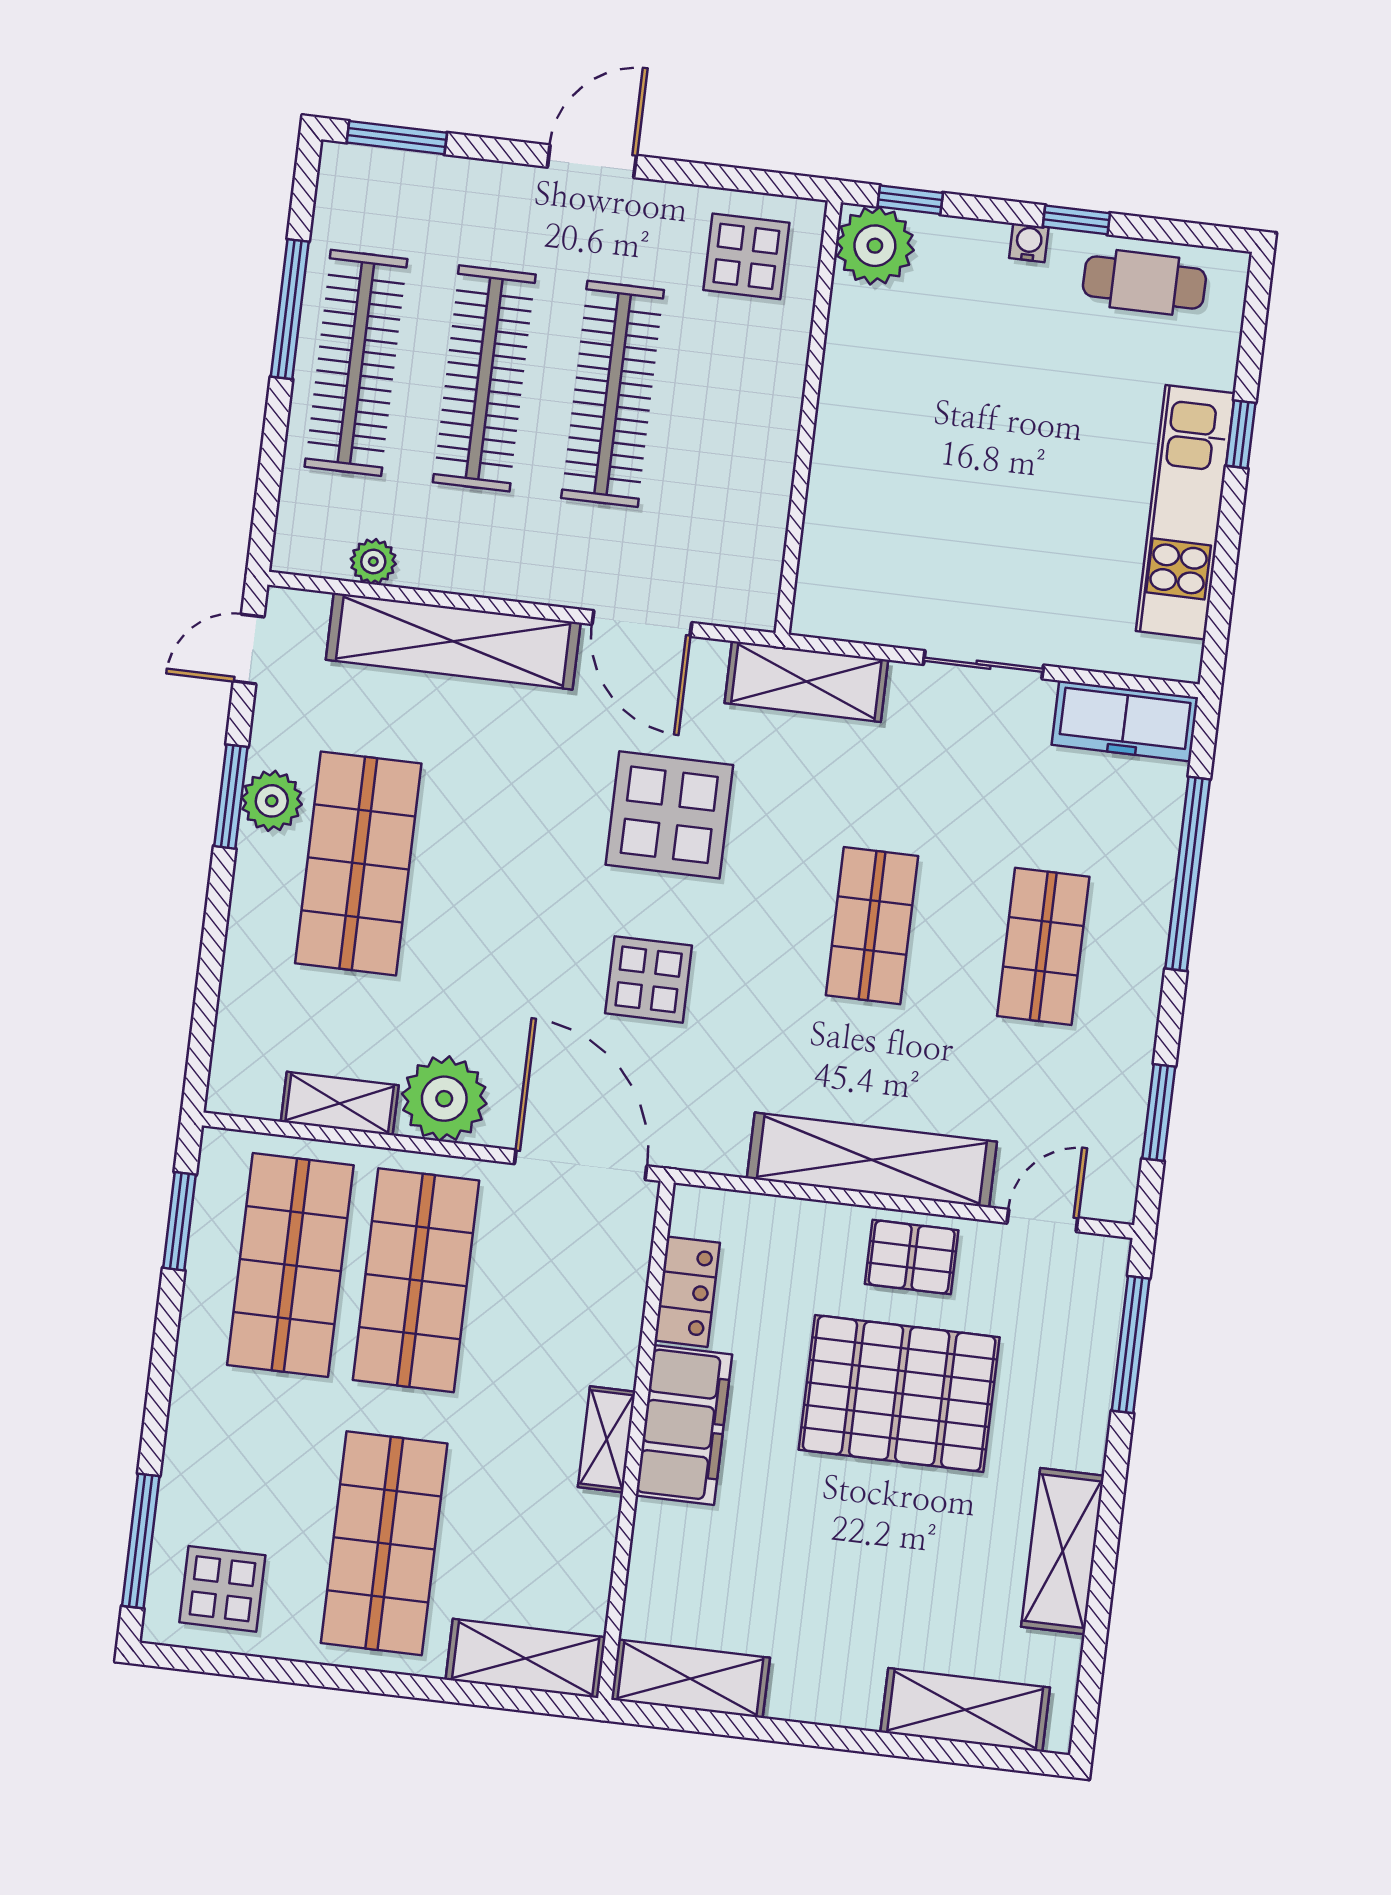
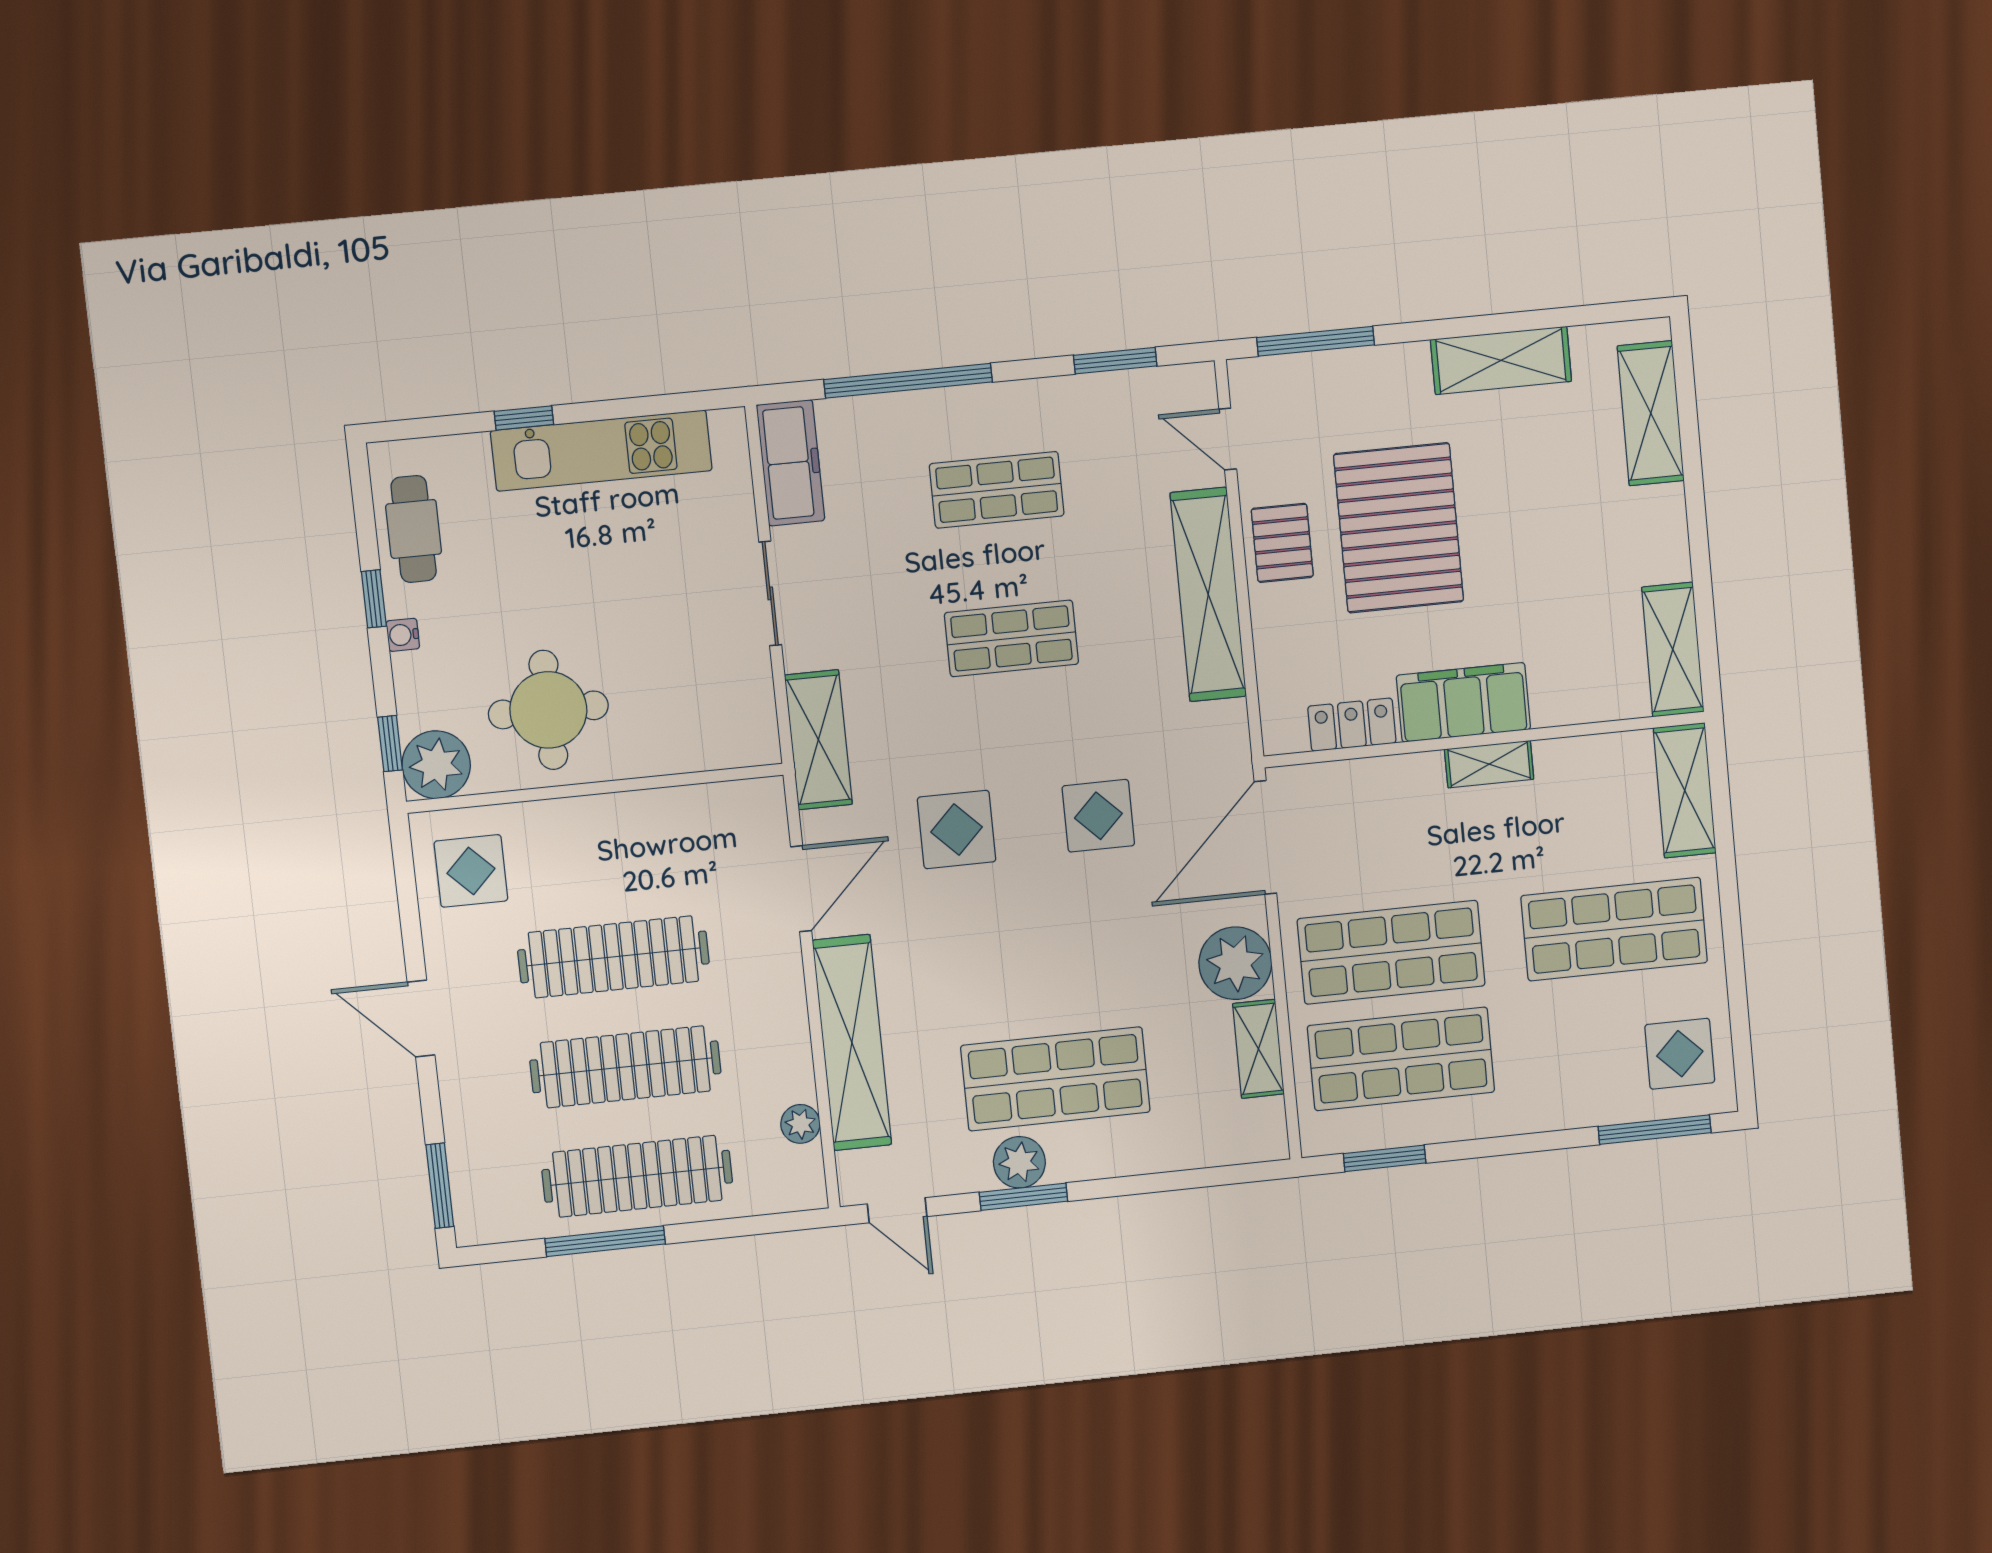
round table: (908, 386) -> (548, 710), added
display table: (669, 815) -> (957, 829), width x0.73, depth x0.73

